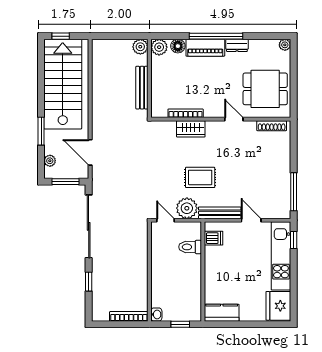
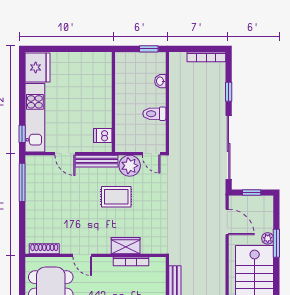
plant: (50, 161) -> (268, 238), moved
window: (66, 182) -> (252, 192), width x0.67
toilet: (190, 247) -> (154, 114), moved, turned 180
kitchen counter: (222, 313) -> (95, 61), removed
washbasin: (156, 314) -> (160, 81), moved
bookcase: (129, 316) -> (206, 57), moved
window: (180, 324) -> (149, 49), moved

